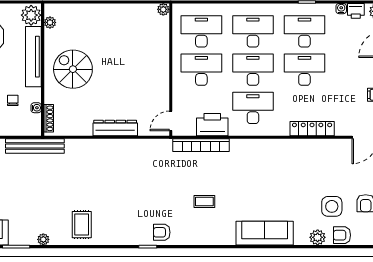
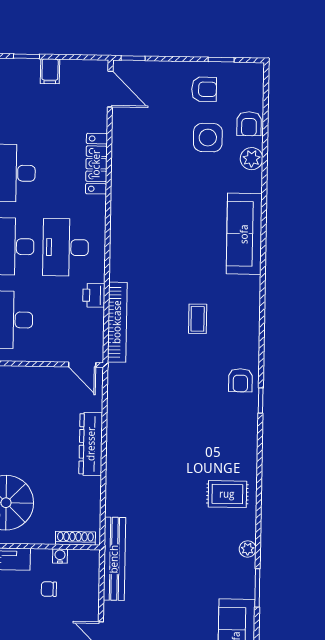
printer: (212, 125) -> (94, 295), width x0.53, depth x0.68

